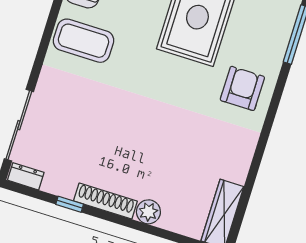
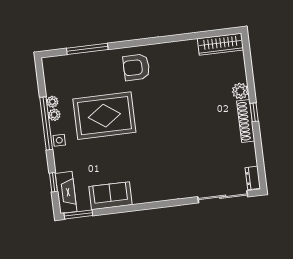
coffee table: (84, 41) -> (151, 180), removed
window: (70, 204) -> (254, 112), moved

